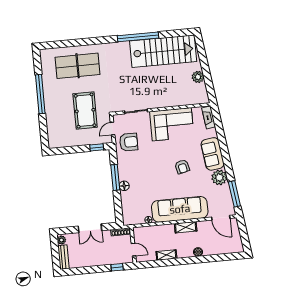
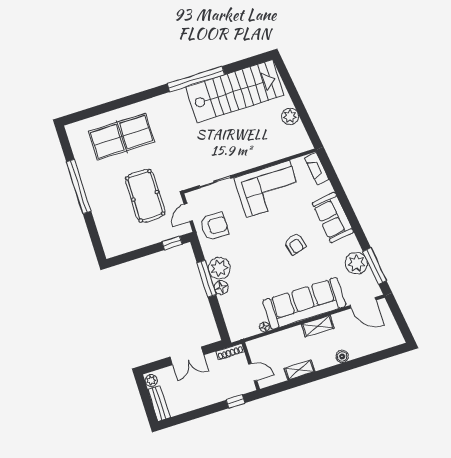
plant: (126, 172) -> (219, 268), added
plant: (219, 177) -> (356, 263), moved

